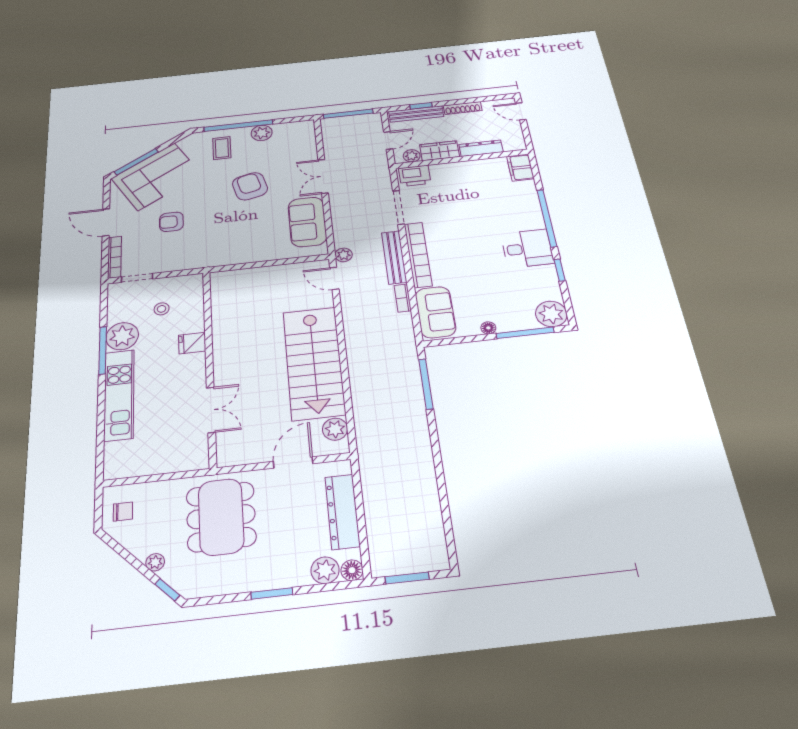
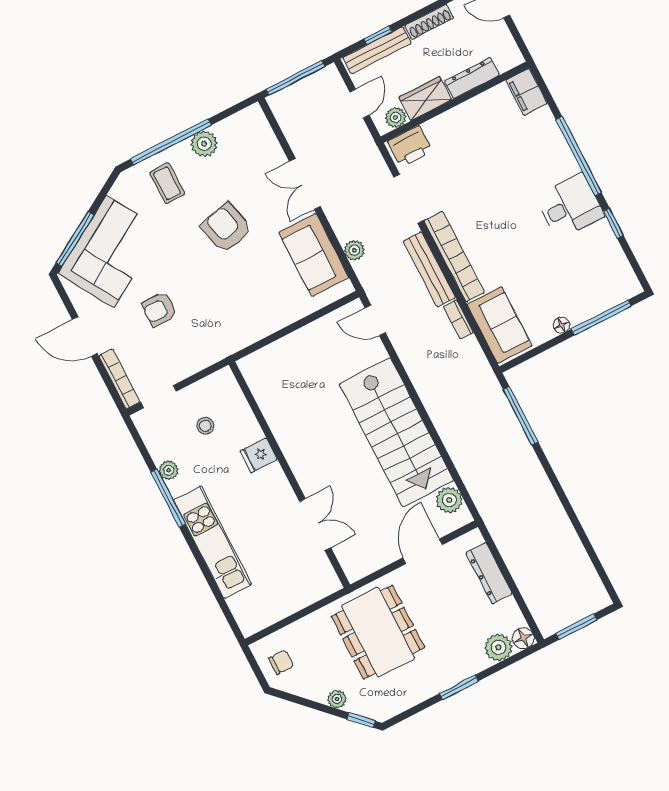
plant: (344, 255) -> (354, 250), moved
plant: (551, 314) -> (621, 284), removed
plant: (122, 336) -> (169, 470), width x0.53, depth x0.53
dresser: (342, 511) -> (489, 573), width x0.73, depth x0.80

